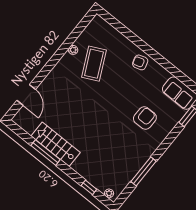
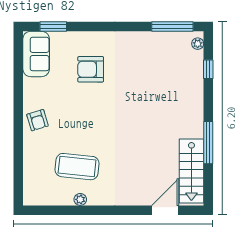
coffee table: (94, 64) -> (77, 167), turned 32
stairs: (56, 144) -> (191, 171), moved
window: (144, 171) -> (172, 26), moved

